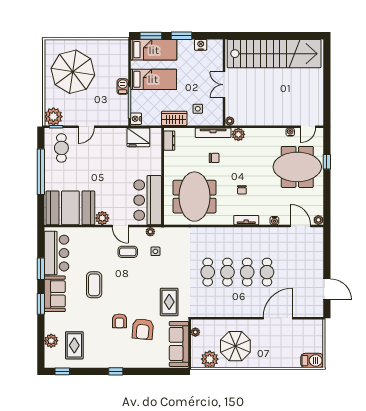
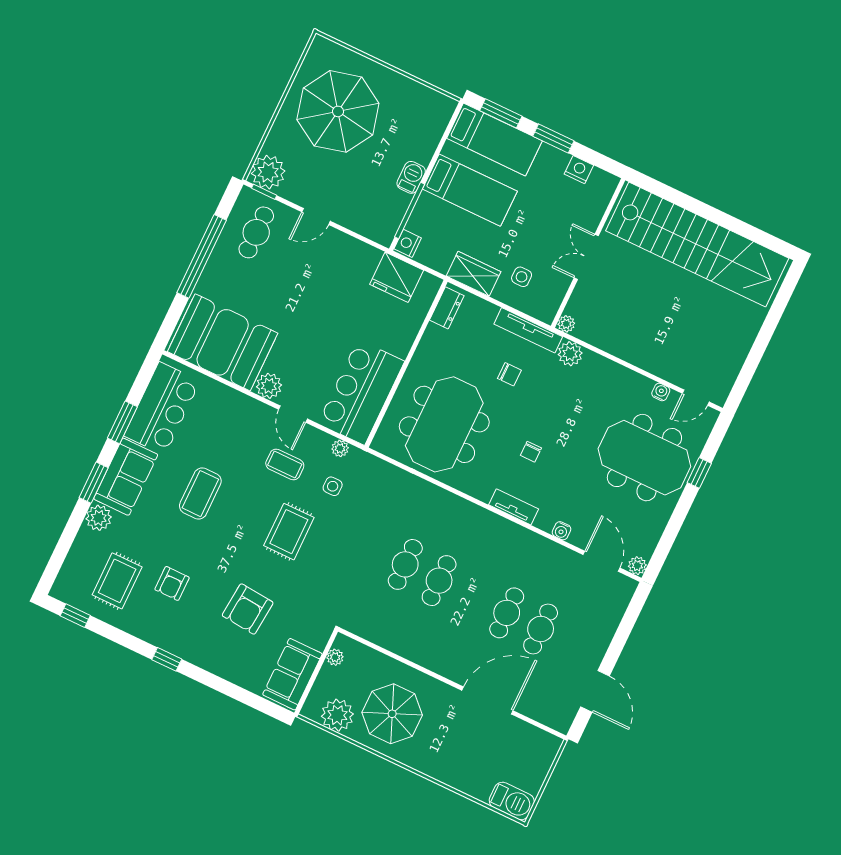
cafe table: (247, 272) -> (541, 629), moved
rug: (169, 302) -> (289, 532), moved
armchair: (119, 321) -> (172, 583), moved
plant: (51, 341) -> (99, 518), moved
sofa: (179, 344) -> (292, 674), width x0.73

